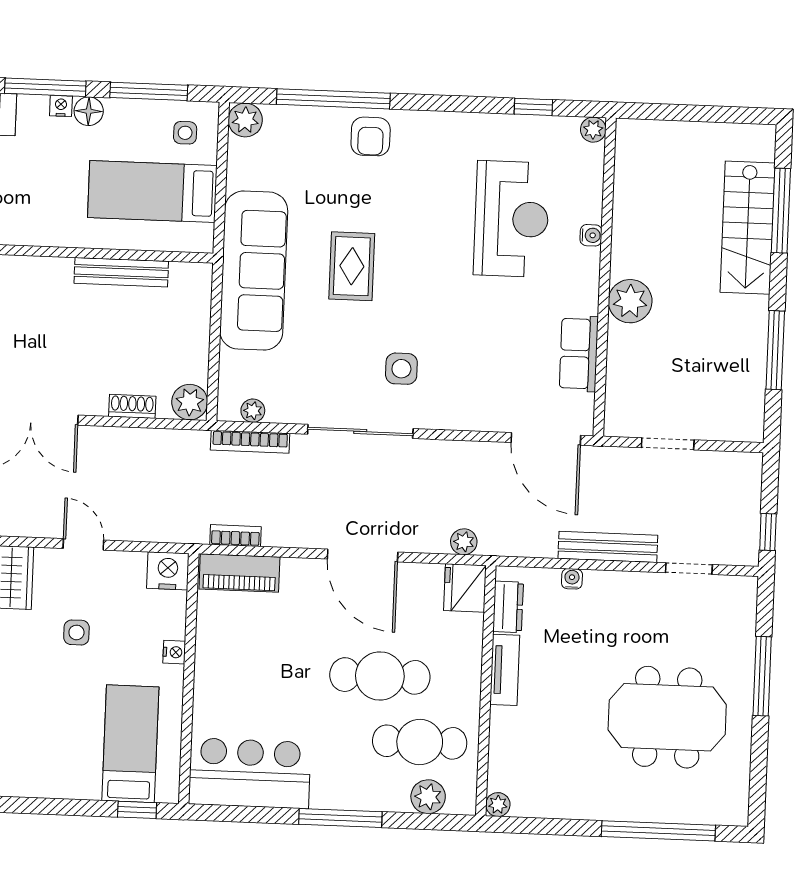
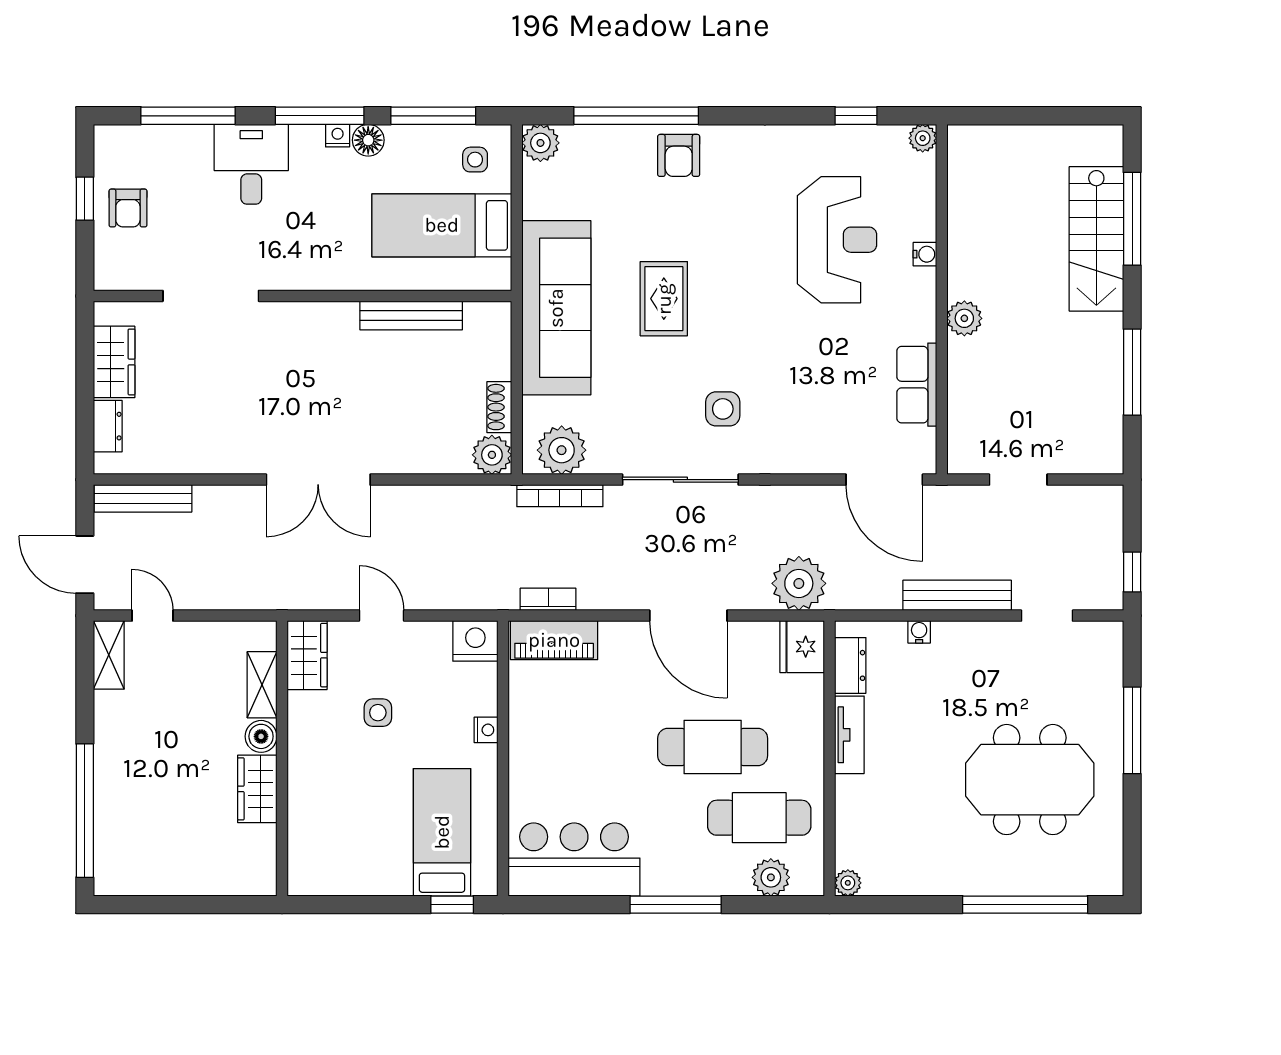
plant: (630, 301) -> (964, 318), width x0.73, depth x0.73
shoe rack: (132, 406) -> (499, 407), moved, turned -90
plant: (253, 411) -> (562, 450), width x1.88, depth x1.88
plant: (464, 542) -> (799, 583), width x1.87, depth x1.87

